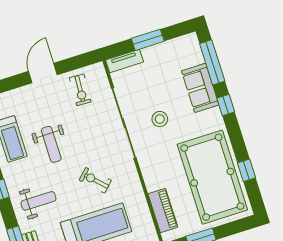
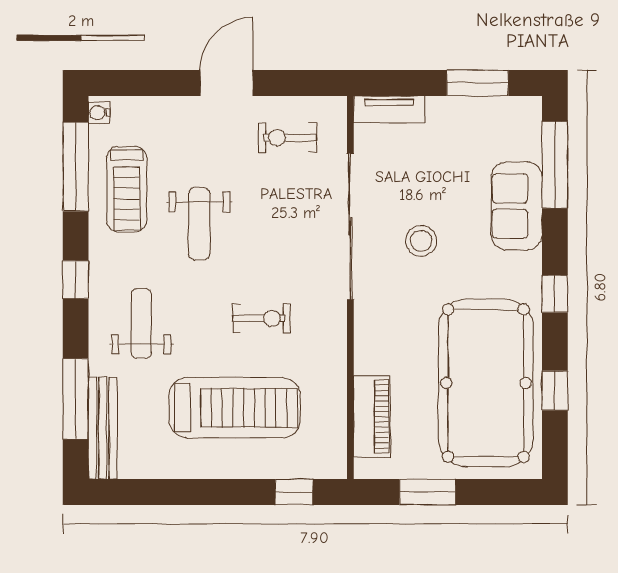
window: (148, 40) -> (477, 83), moved
exercise bike: (80, 90) -> (287, 138), turned 87
window: (226, 105) -> (555, 294), moved
exercise bike: (95, 180) -> (261, 318), turned 135
weight bench: (38, 201) -> (141, 323), turned -90

